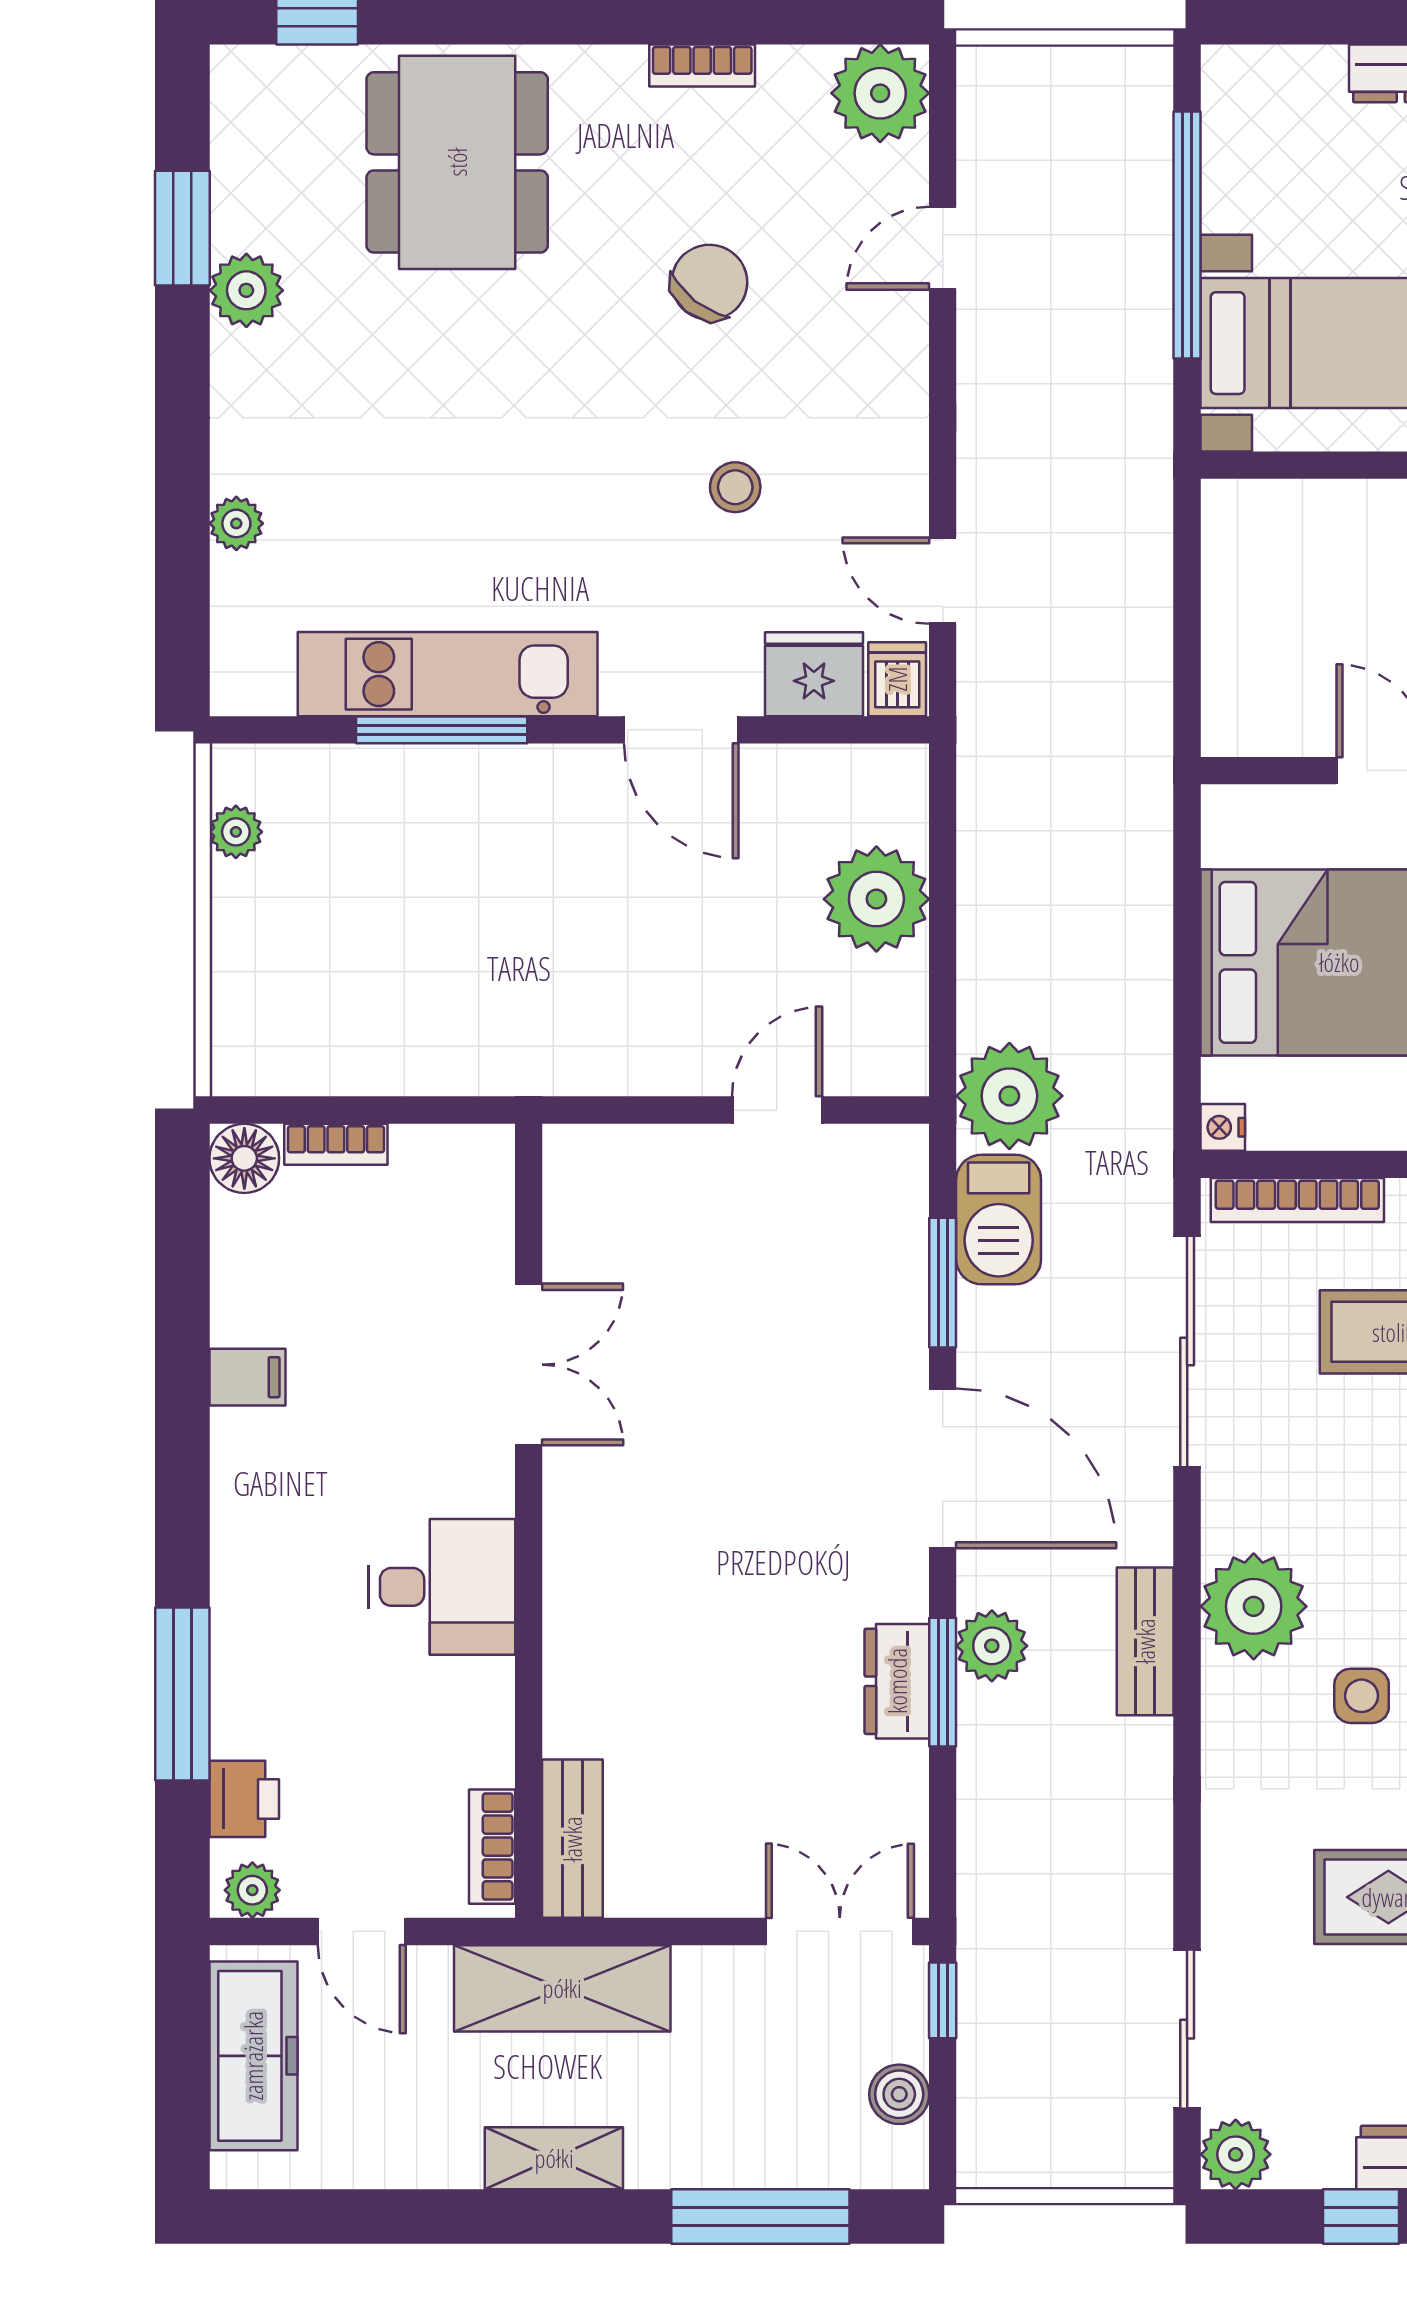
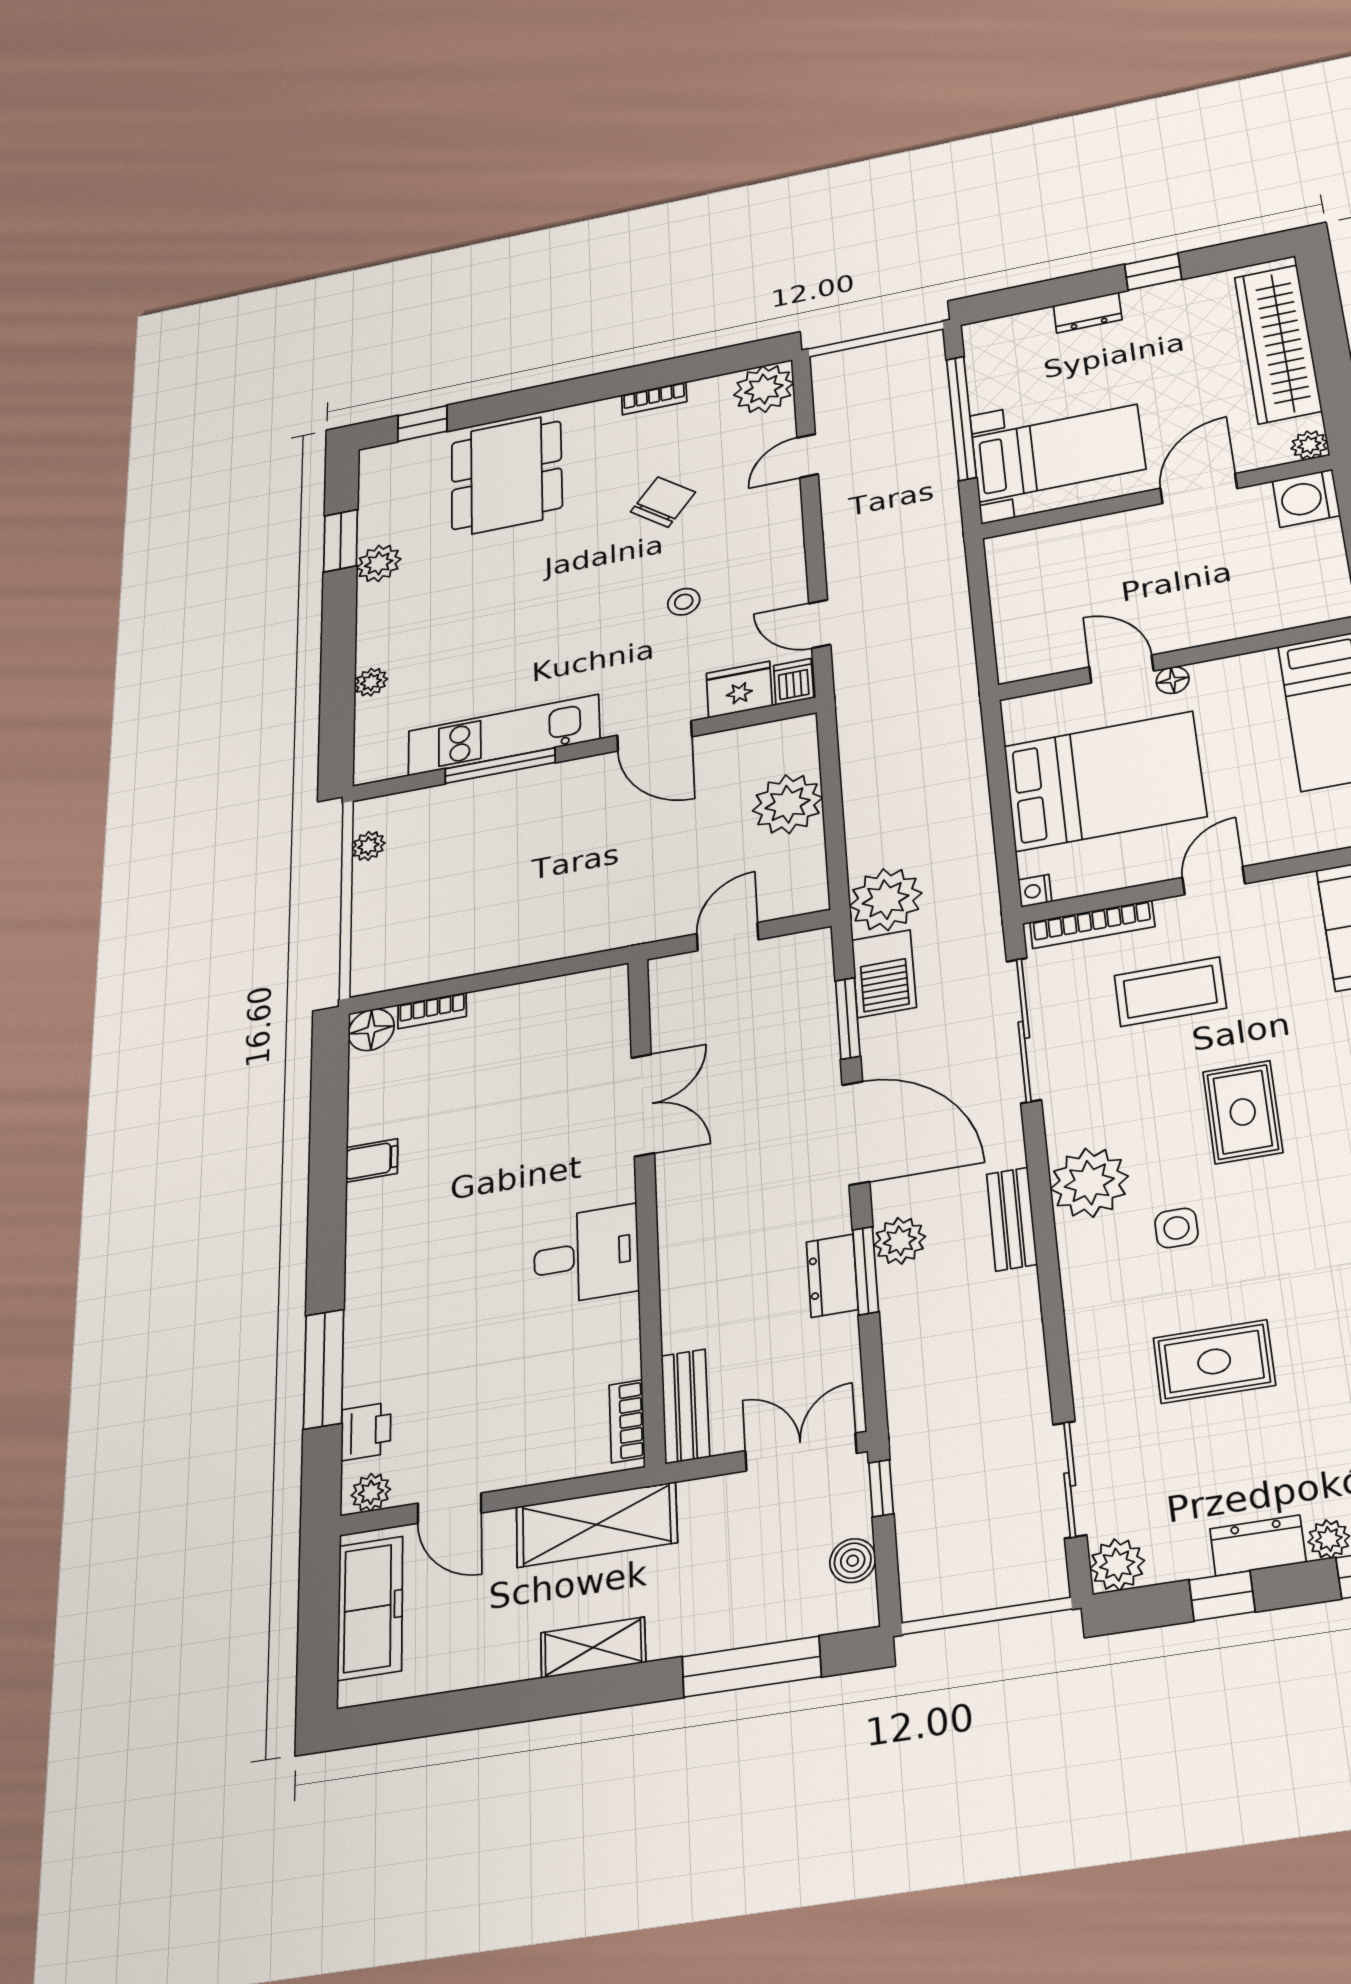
double door: (529, 1365) -> (643, 1105), moved
wall: (529, 1521) -> (646, 1202), moved
desk: (442, 1587) -> (586, 1255), moved
bench: (572, 1839) -> (685, 1406), moved
bookcase: (492, 1847) -> (627, 1421), moved

